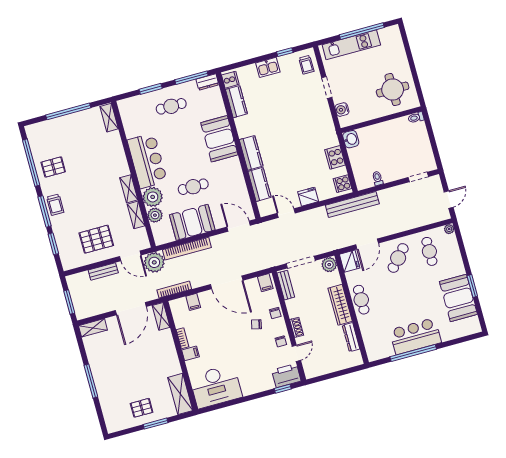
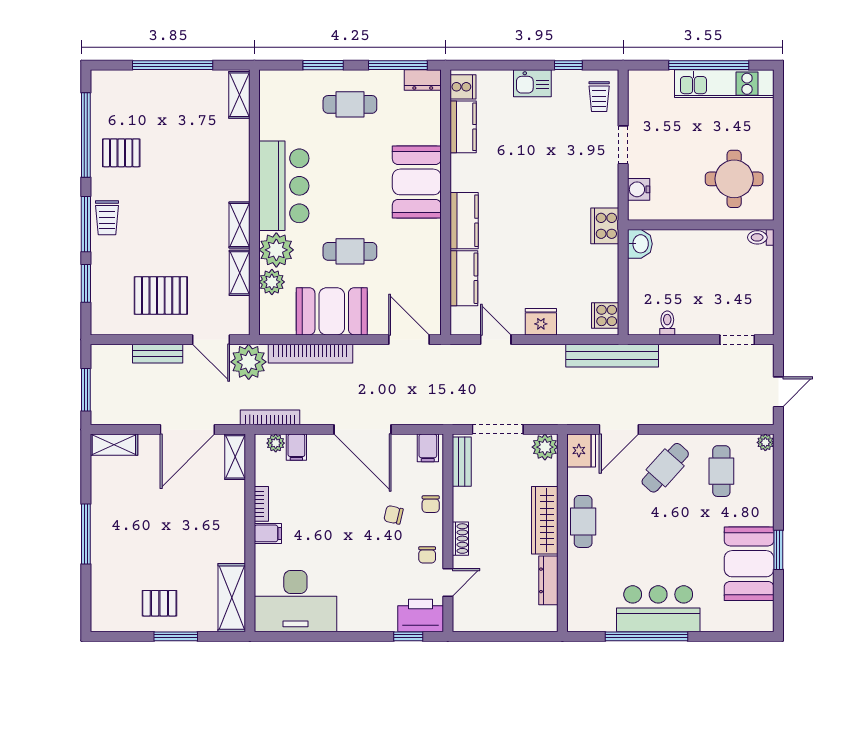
kitchen unit: (351, 45) -> (724, 84), moved
cooker: (335, 157) -> (605, 226), moved
plant: (181, 303) -> (276, 443), added

